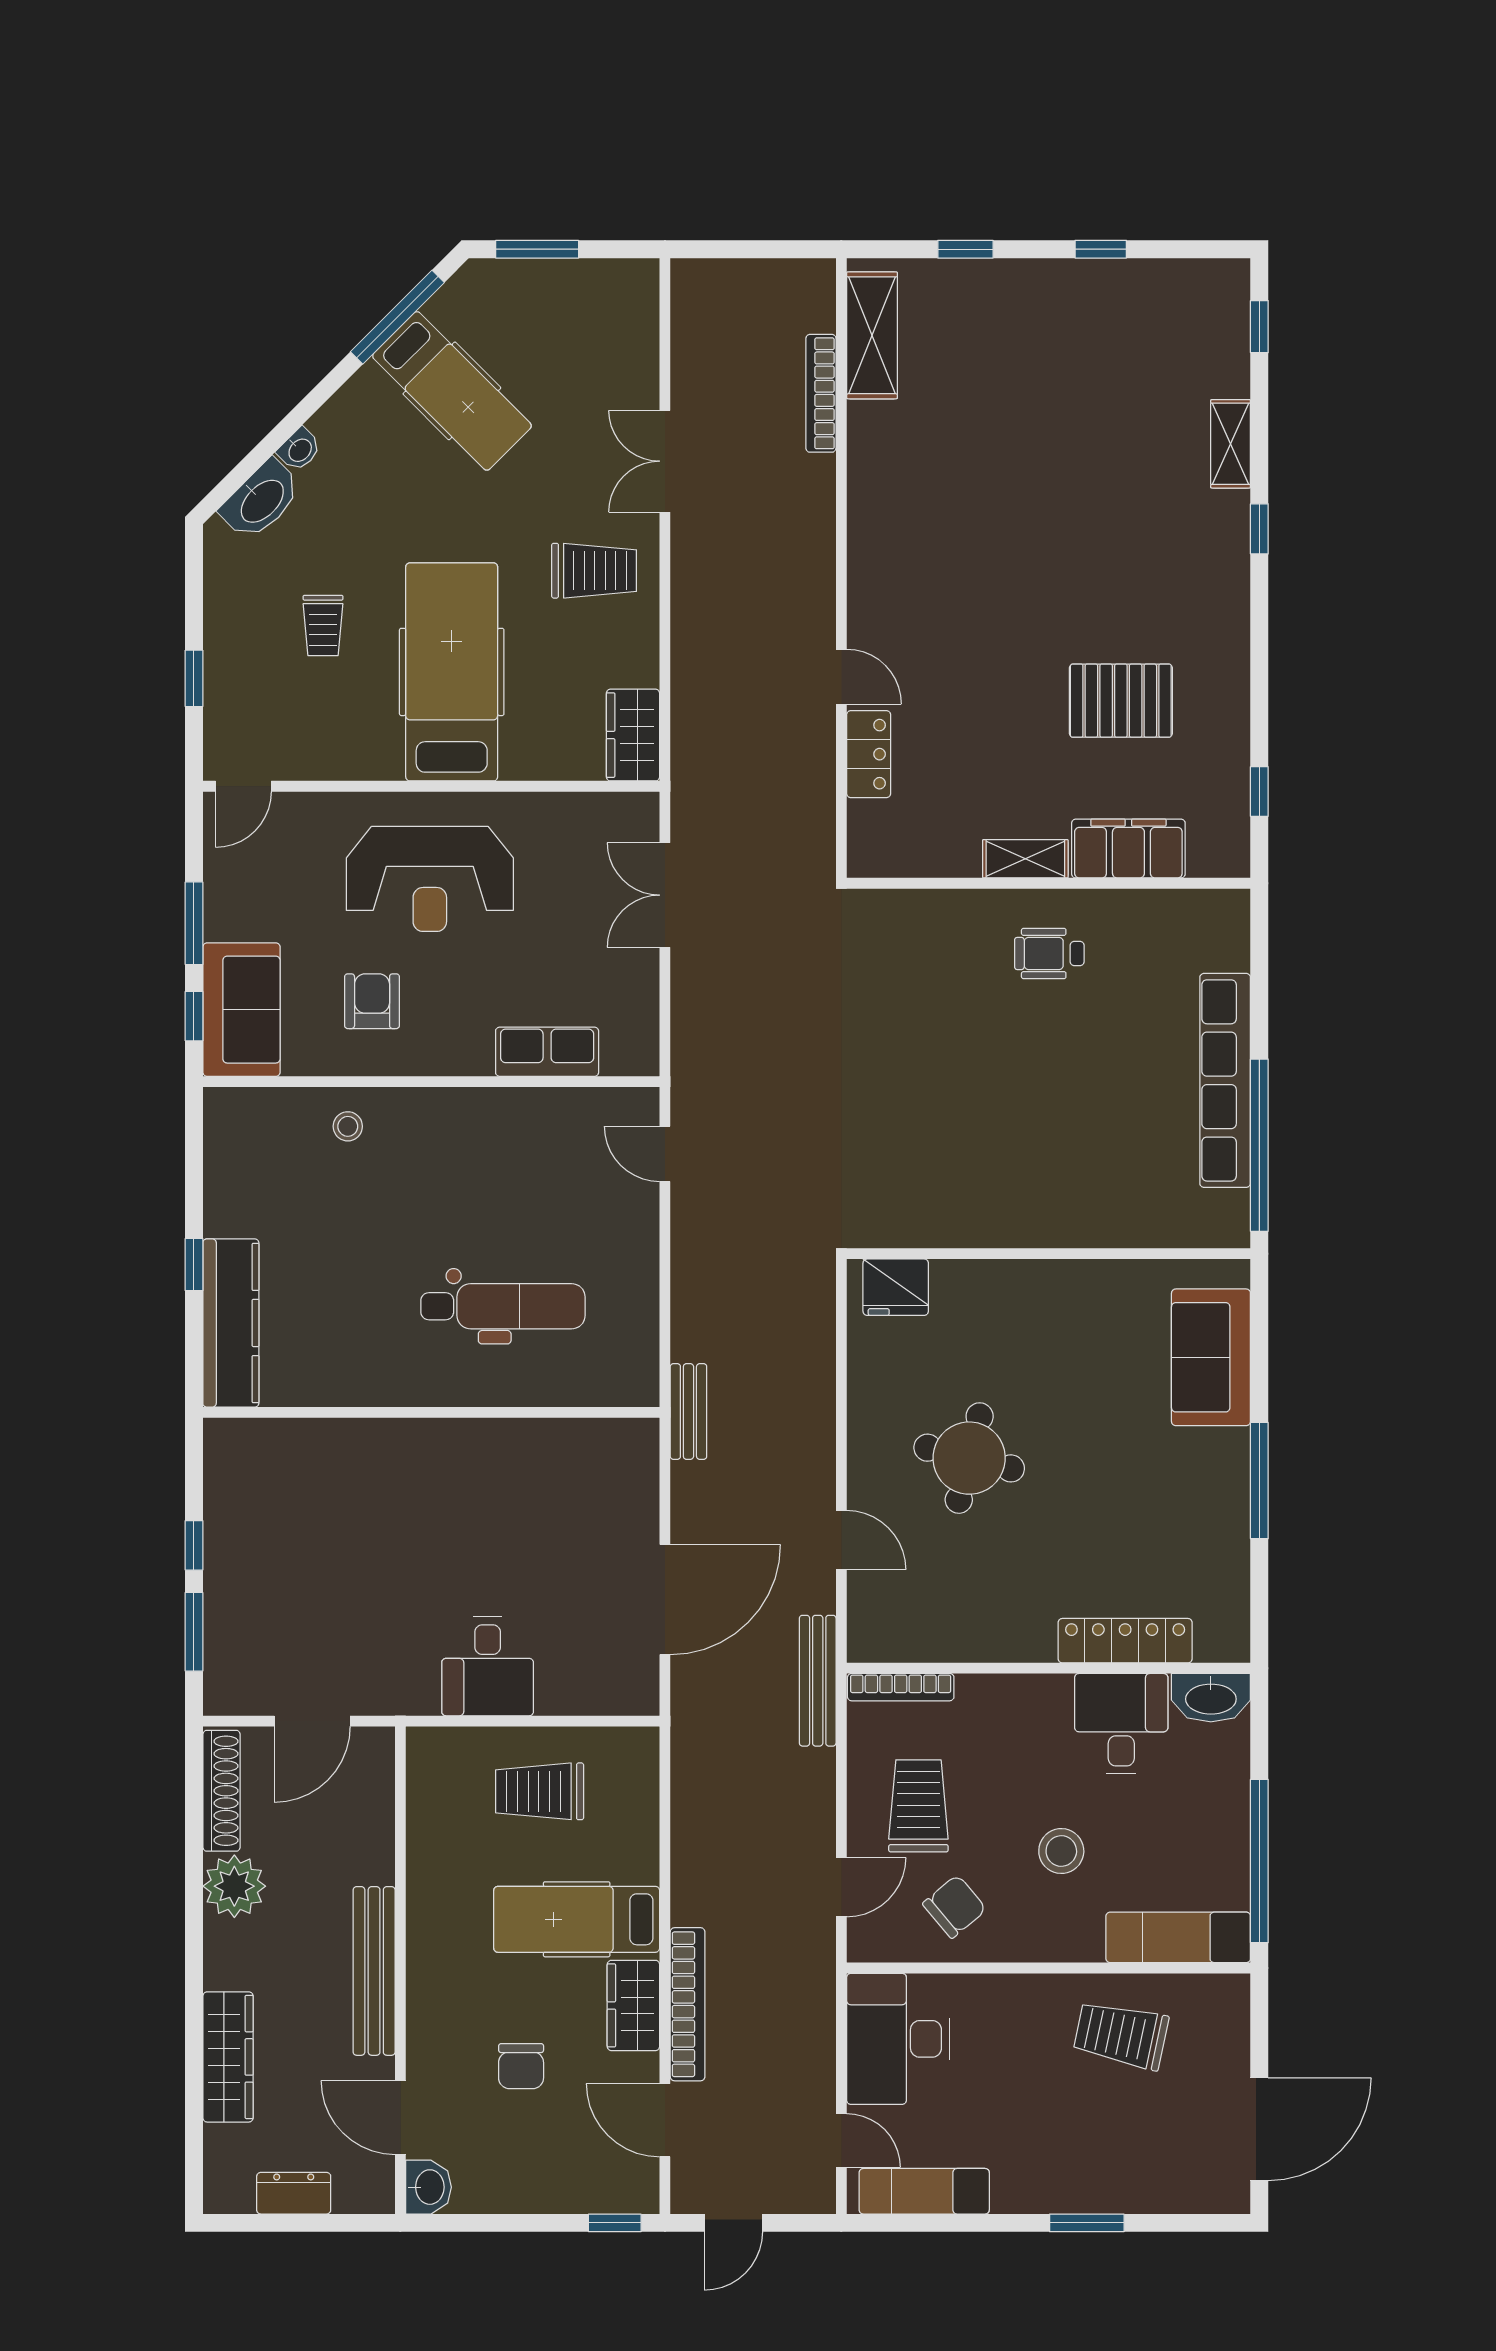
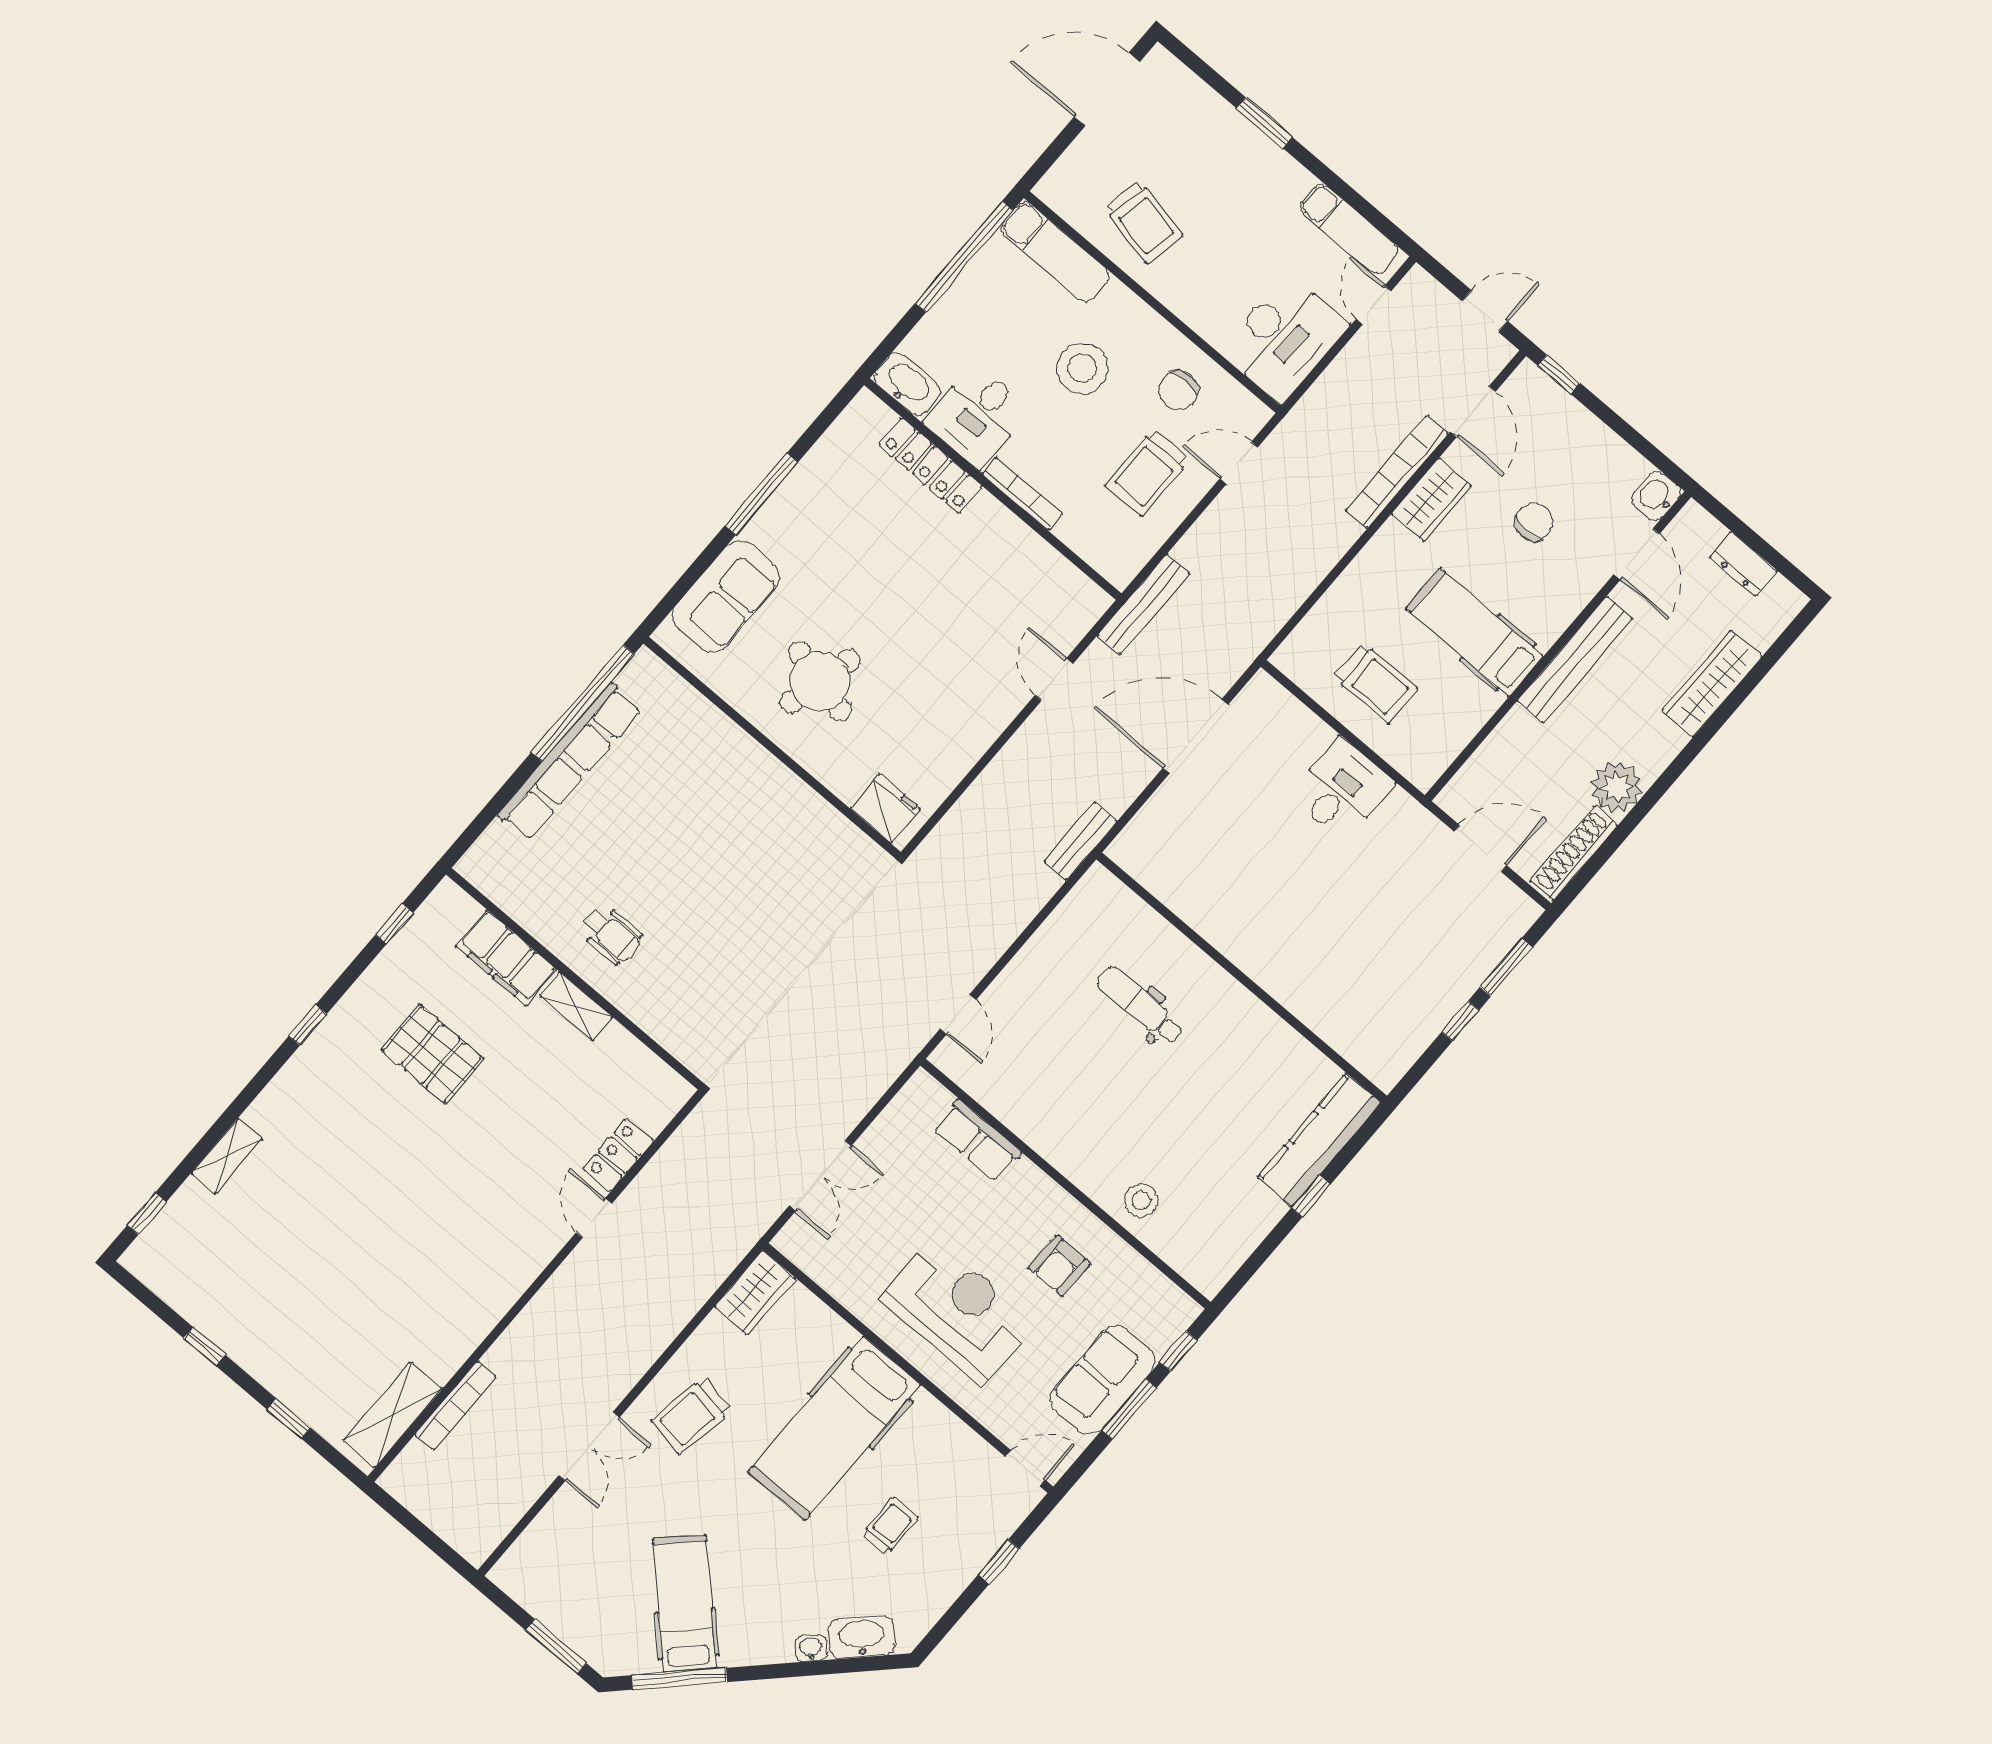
window: (1259, 529) -> (308, 1025), moved
trolley: (594, 571) -> (692, 1416), turned -80
sofa: (241, 1010) -> (1103, 1380), moved
stool: (348, 1126) -> (1141, 1200), width x1.37, depth x1.37
dental chair: (503, 1306) -> (1140, 1006), width x0.73, depth x0.72
round table: (969, 1458) -> (820, 681), moved
bookcase: (901, 1687) -> (1022, 494), moved
stool: (1061, 1851) -> (1082, 368), width x1.38, depth x1.38
chair: (955, 1906) -> (1178, 391), turned -50
hospital bed: (577, 1919) -> (1475, 632), moved, turned 180

